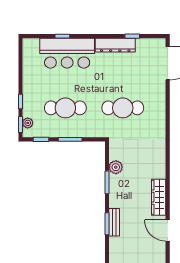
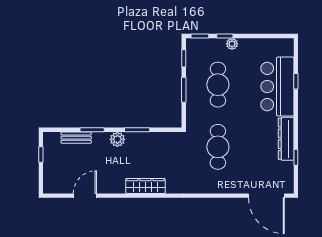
plant: (28, 123) -> (232, 44), moved
plant: (116, 167) -> (117, 139), moved
wardrobe: (159, 197) -> (145, 186), moved
bench: (114, 222) -> (76, 138), moved

